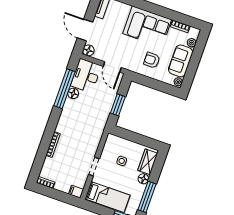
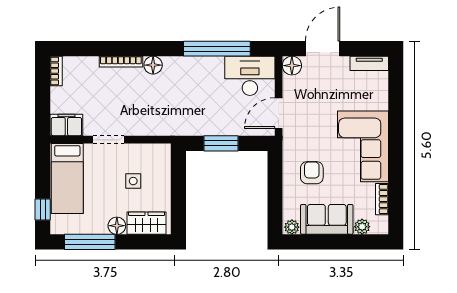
floor lamp: (73, 93) -> (153, 65), moved
filing cabinet: (76, 192) -> (66, 125), width x2.00

